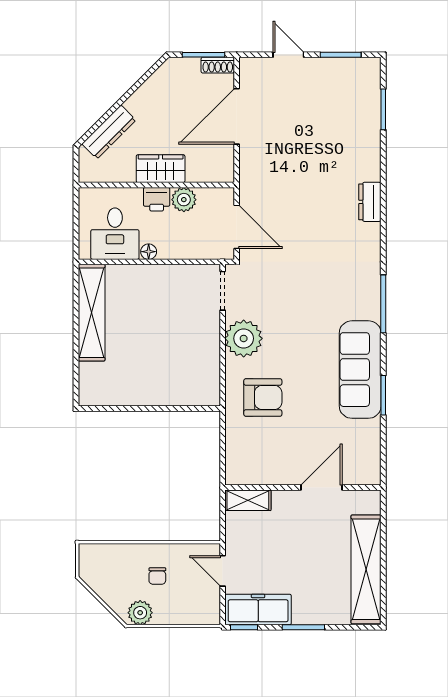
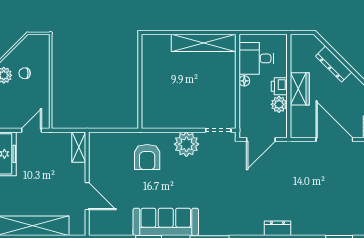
dresser: (109, 132) -> (334, 64), moved
chair: (157, 576) -> (25, 73), moved

